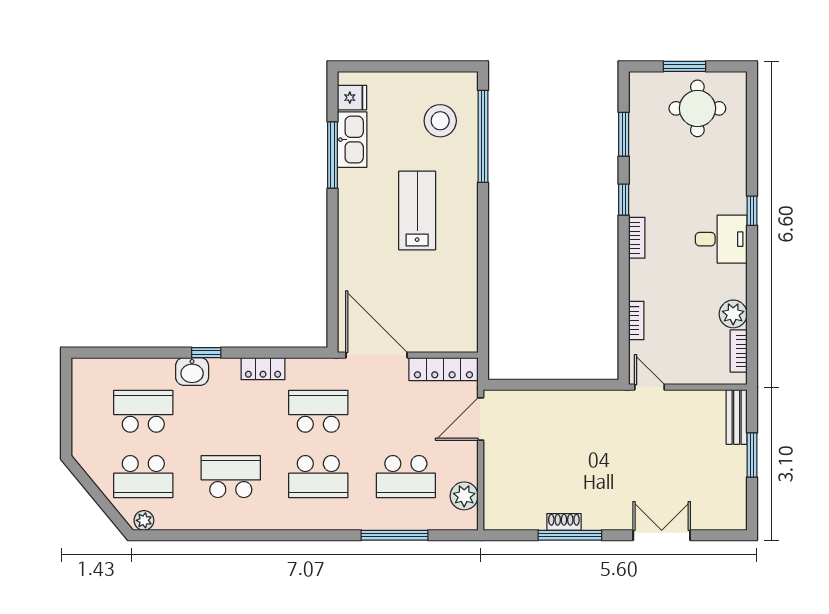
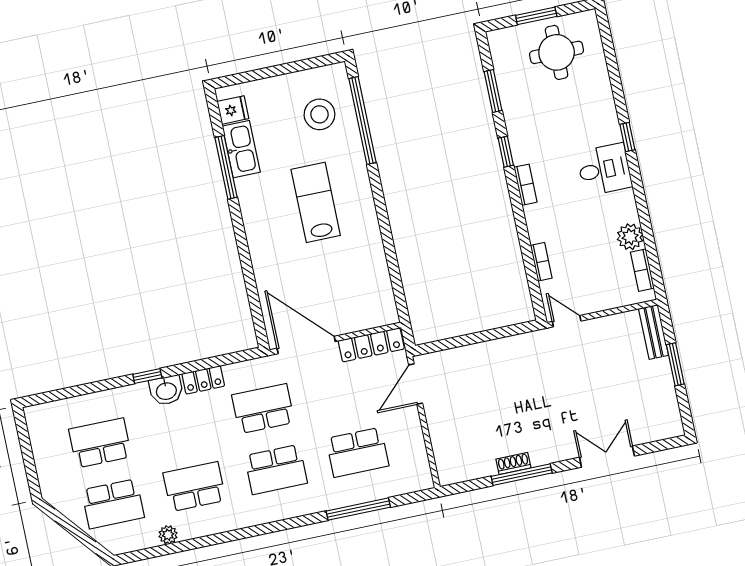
washbasin: (192, 371) -> (166, 390), moved
plant: (464, 496) -> (415, 459), removed
plant: (144, 520) -> (168, 535), moved

